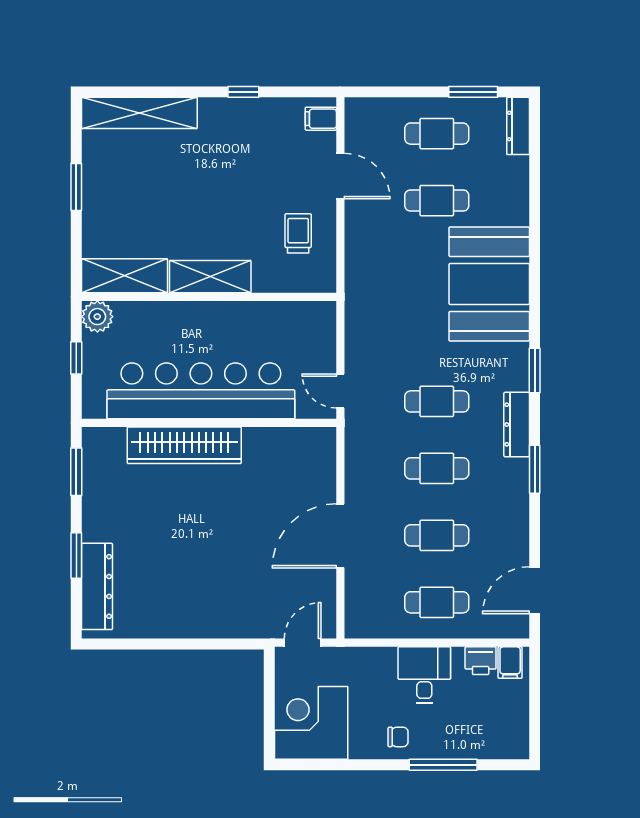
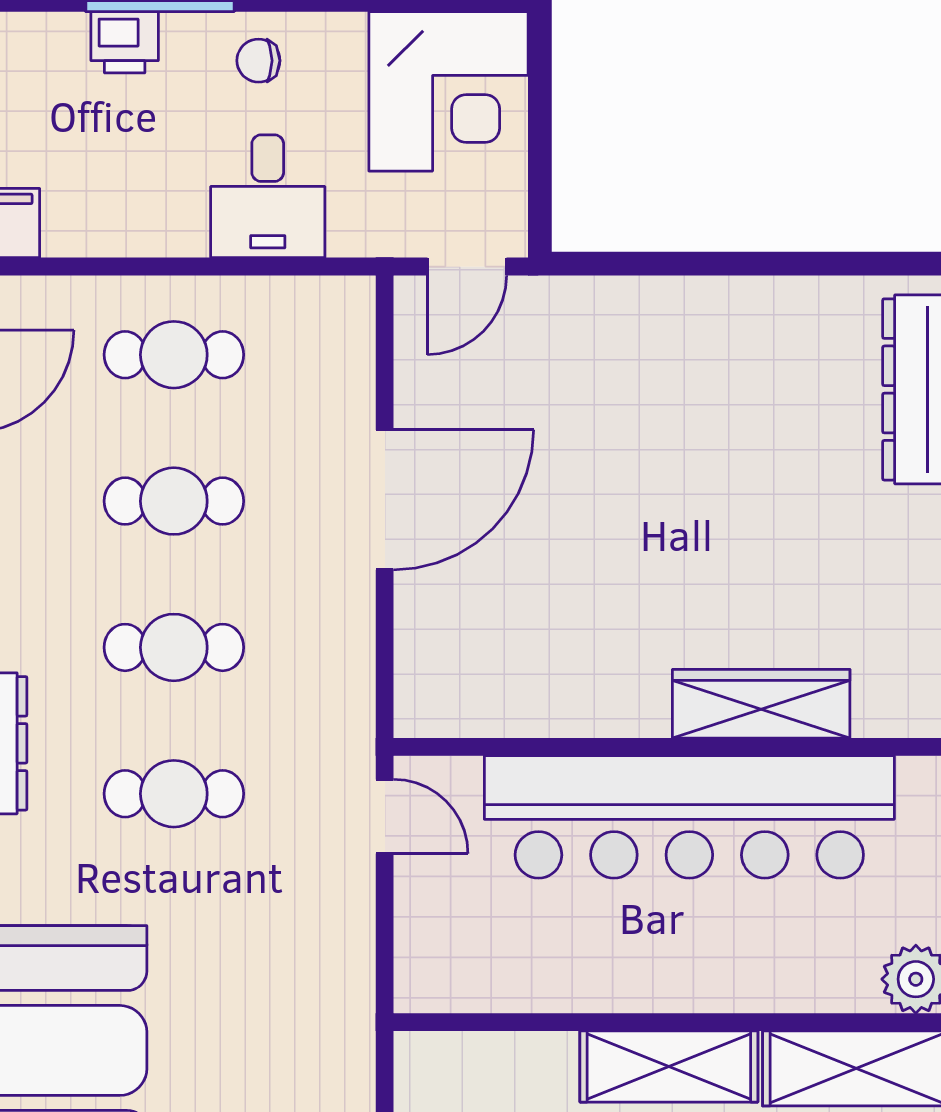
wardrobe: (184, 445) -> (761, 704), width x0.71, depth x0.85
printer: (481, 661) -> (125, 42), moved, turned 180
desk: (424, 675) -> (268, 196), moved

